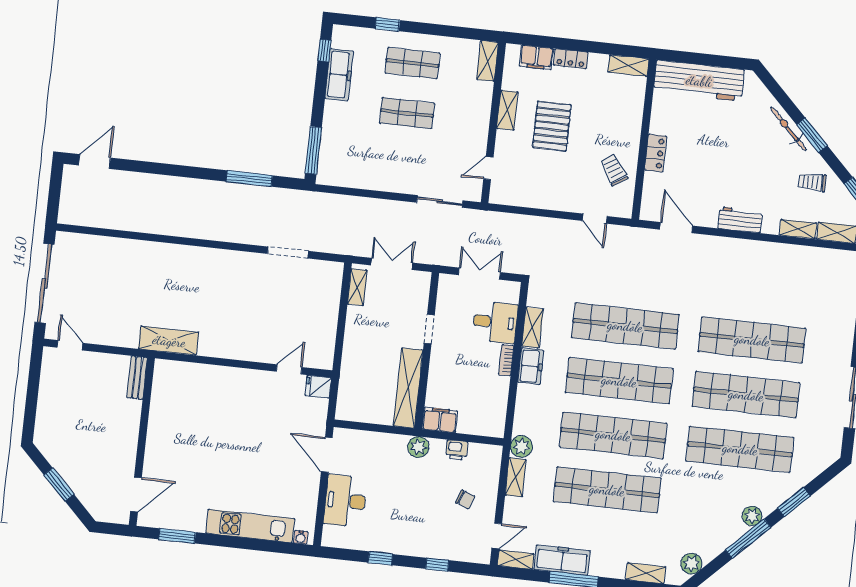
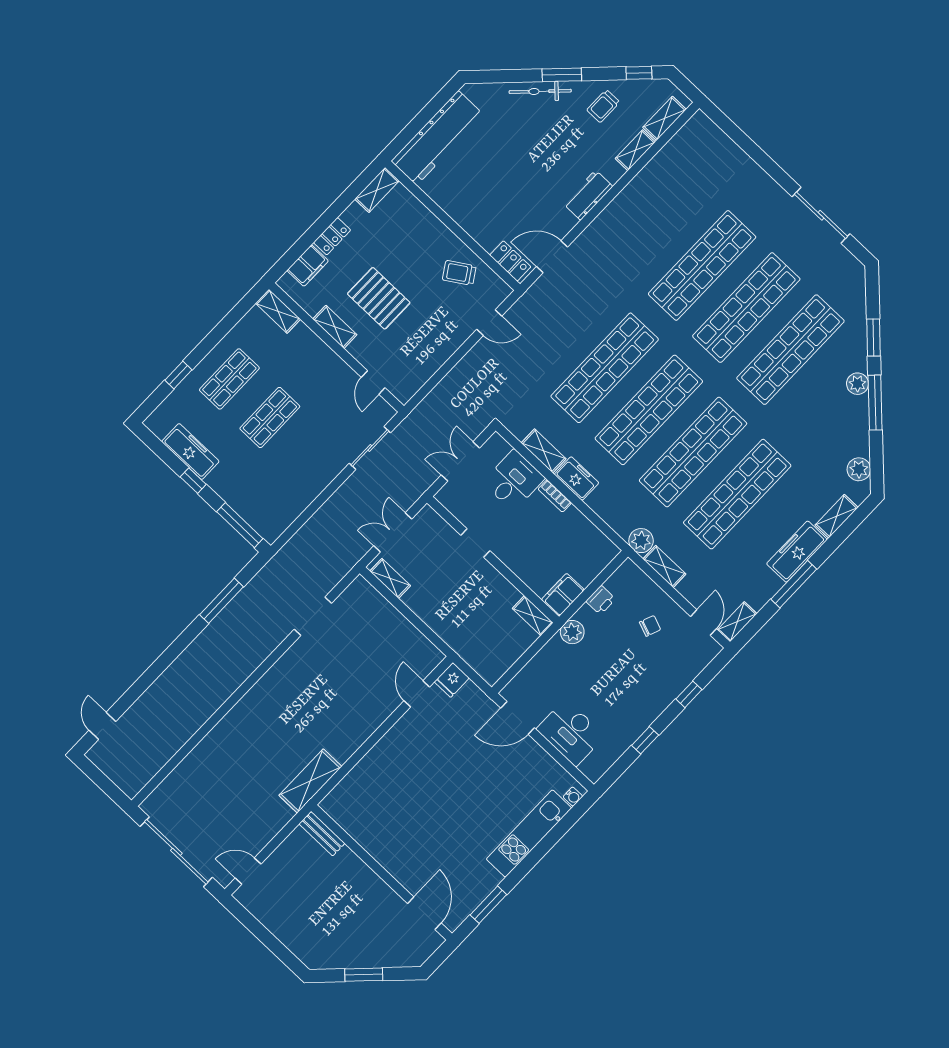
window: (324, 51) -> (193, 481), moved
locker: (656, 153) -> (510, 261), moved
door: (94, 161) -> (102, 726), width x0.73
shelving: (408, 388) -> (533, 616), width x0.45, depth x0.75
freezer: (562, 560) -> (797, 552), moved

